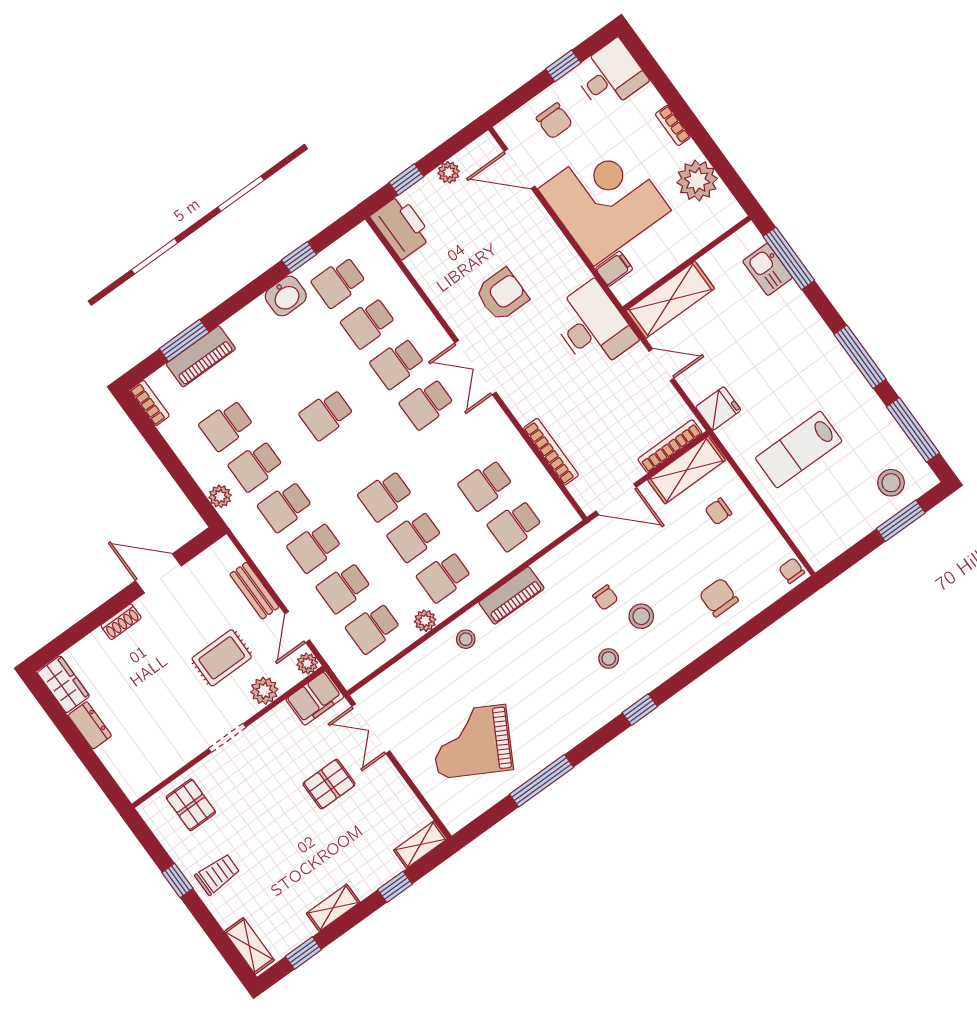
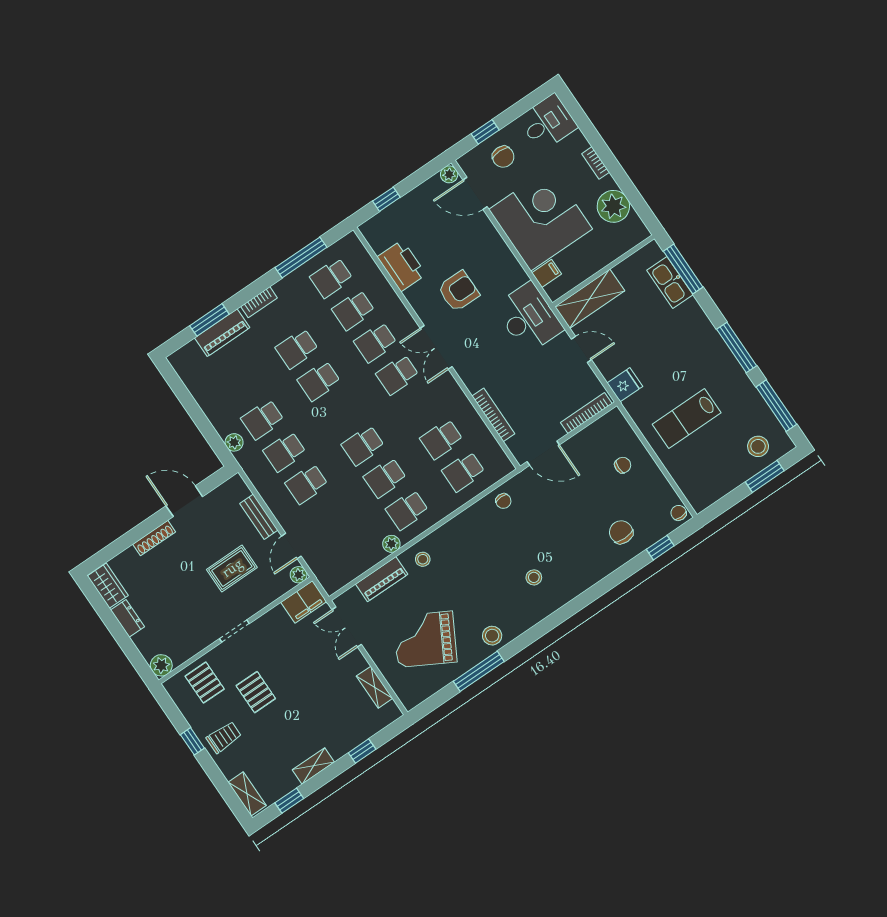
window: (563, 66) -> (485, 132), moved
plant: (449, 172) -> (449, 174), moved
printer: (401, 227) -> (402, 266), moved
window: (299, 257) -> (301, 257), width x2.17
kitchen sink: (768, 269) -> (670, 283), width x1.38
washbasin: (286, 296) -> (290, 288), removed
bookcase: (150, 403) -> (259, 302), moved, turned 90
school desk: (226, 425) -> (297, 349), moved
shelving: (687, 470) -> (599, 432), removed
chair: (718, 511) -> (623, 465), turned 180
school desk: (344, 588) -> (329, 516), removed
piano: (511, 595) -> (382, 579), moved
chair: (605, 598) -> (503, 501), moved
stool: (641, 616) -> (492, 636), moved
shoe rack: (121, 622) -> (154, 538), width x1.43
school desk: (373, 628) -> (351, 549), removed
plant: (264, 691) -> (161, 665), moved
window: (640, 710) -> (660, 548), moved
pallet: (329, 784) -> (256, 692), moved, turned 90
shelving: (420, 845) -> (375, 687), moved, turned 90

